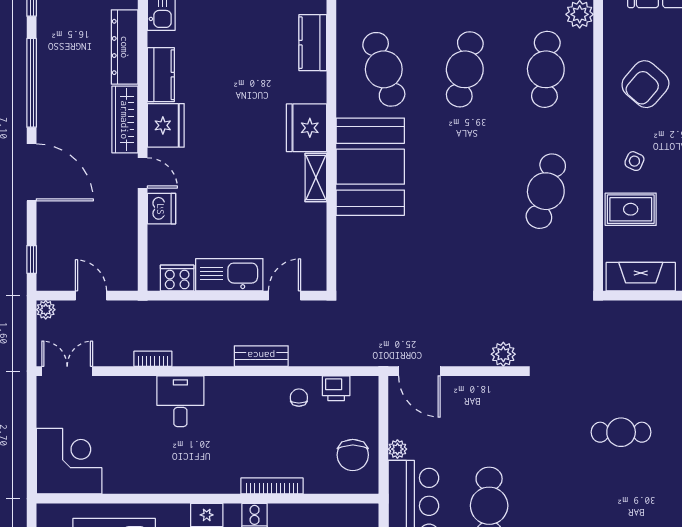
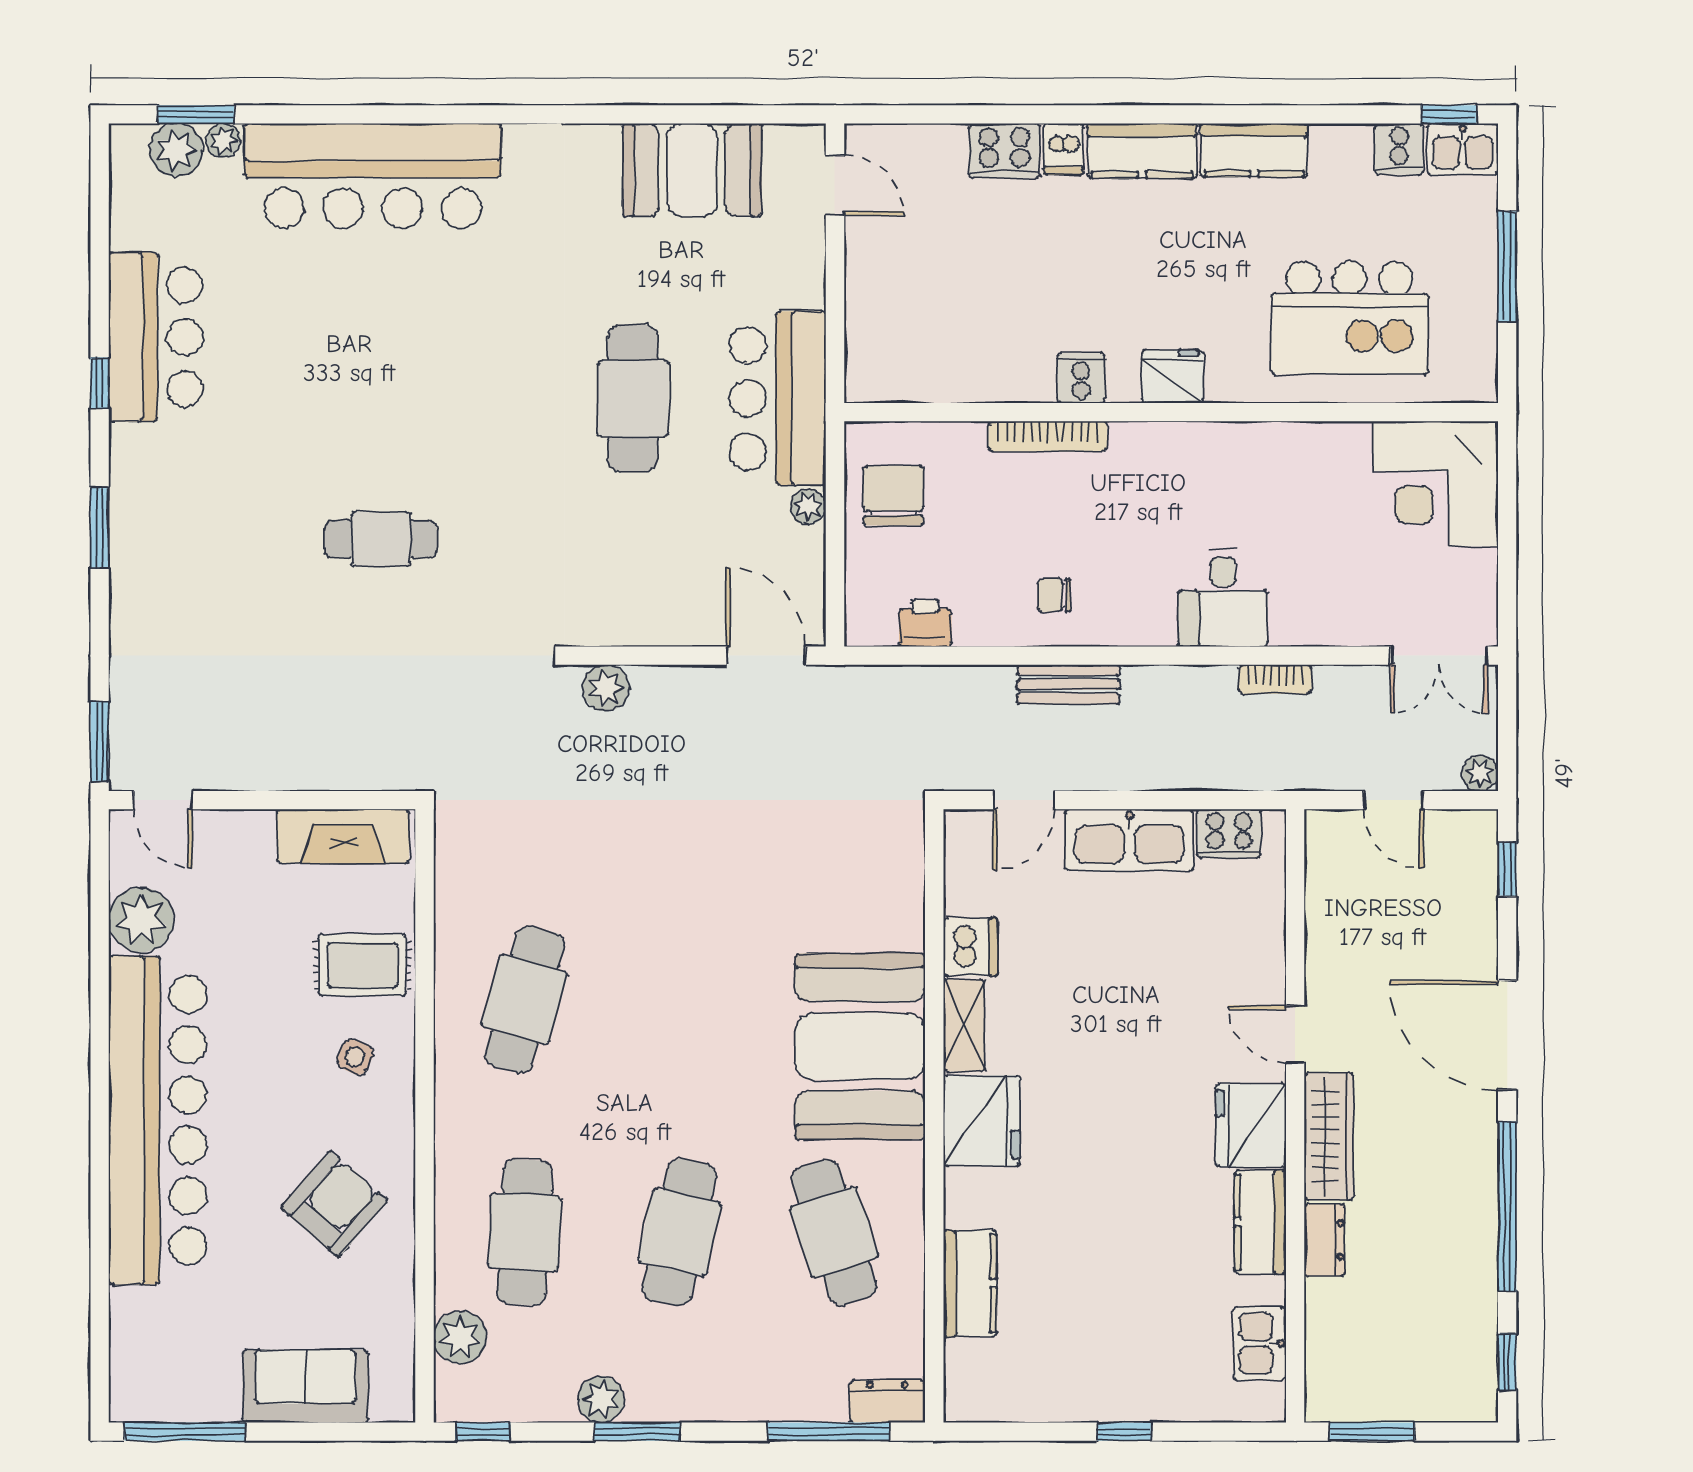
dresser: (125, 47) -> (1325, 1240), width x0.51, depth x0.80
dishwasher: (161, 209) -> (970, 947), moved, turned 180
chair: (299, 398) -> (1054, 595), moved, turned 90

